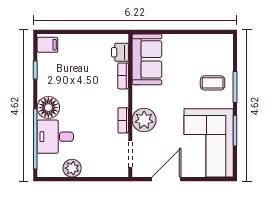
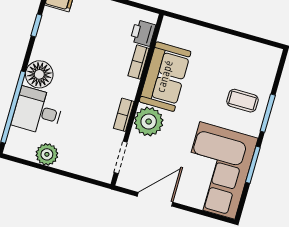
sofa: (147, 59) -> (165, 77), moved

